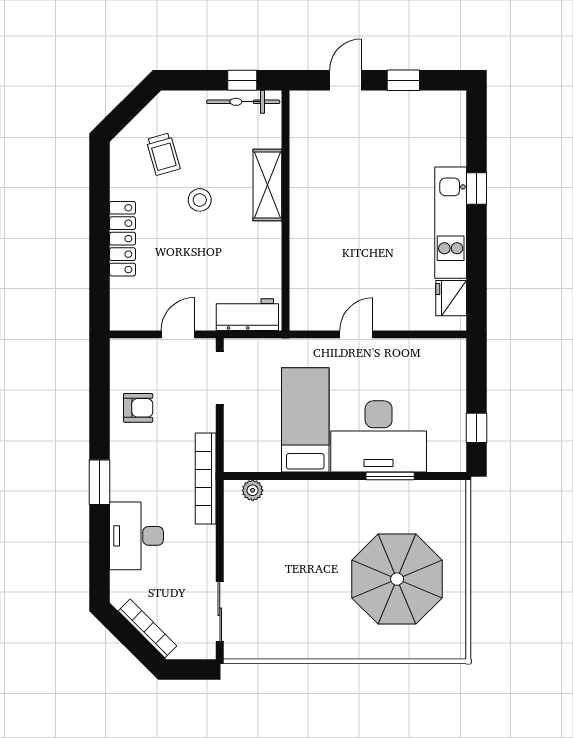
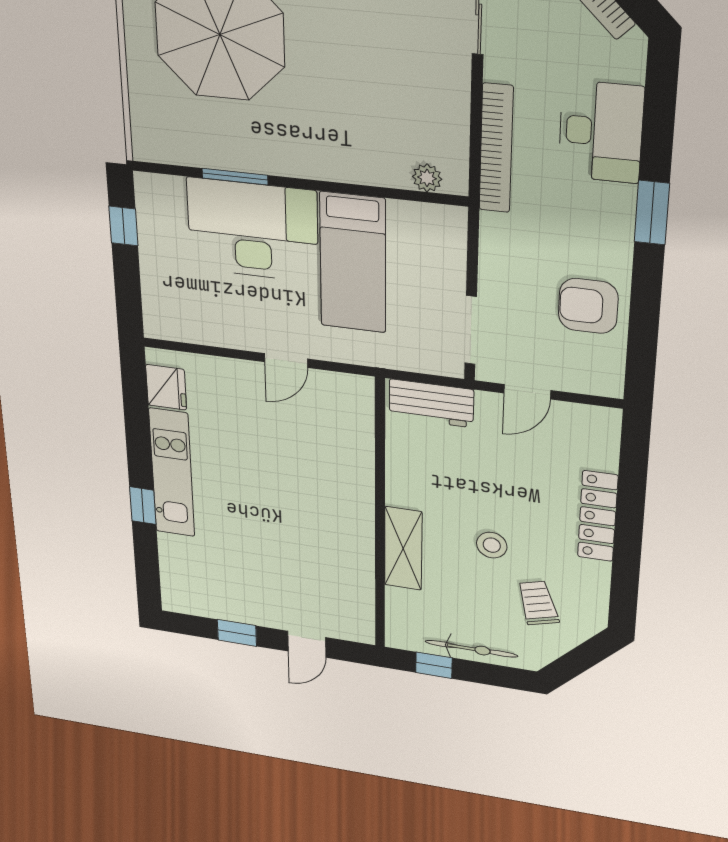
bicycle: (243, 102) -> (471, 649), moved
armchair: (138, 408) -> (588, 306), width x1.38, depth x1.38
bookcase: (206, 478) -> (496, 148), moved

